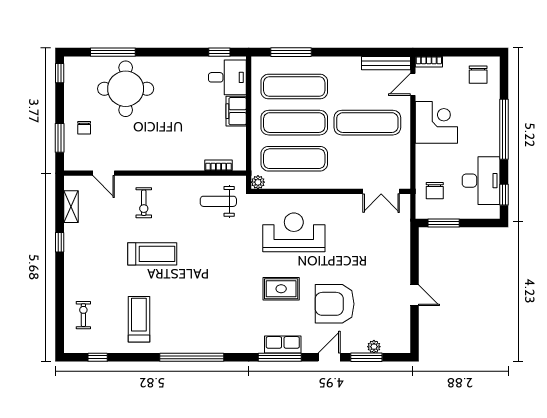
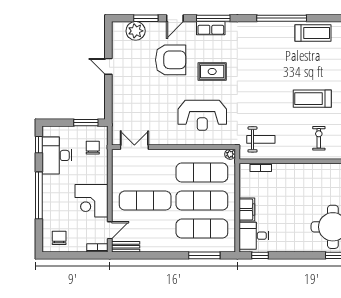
bench: (386, 63) -> (126, 247), width x0.73
treadmill: (139, 319) -> (313, 33), moved, turned -90
plant: (374, 347) -> (136, 31), width x1.88, depth x1.88

